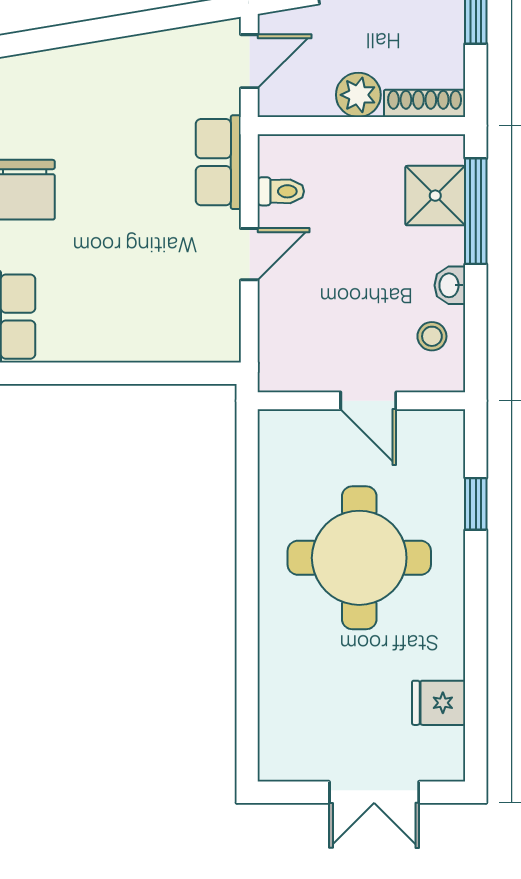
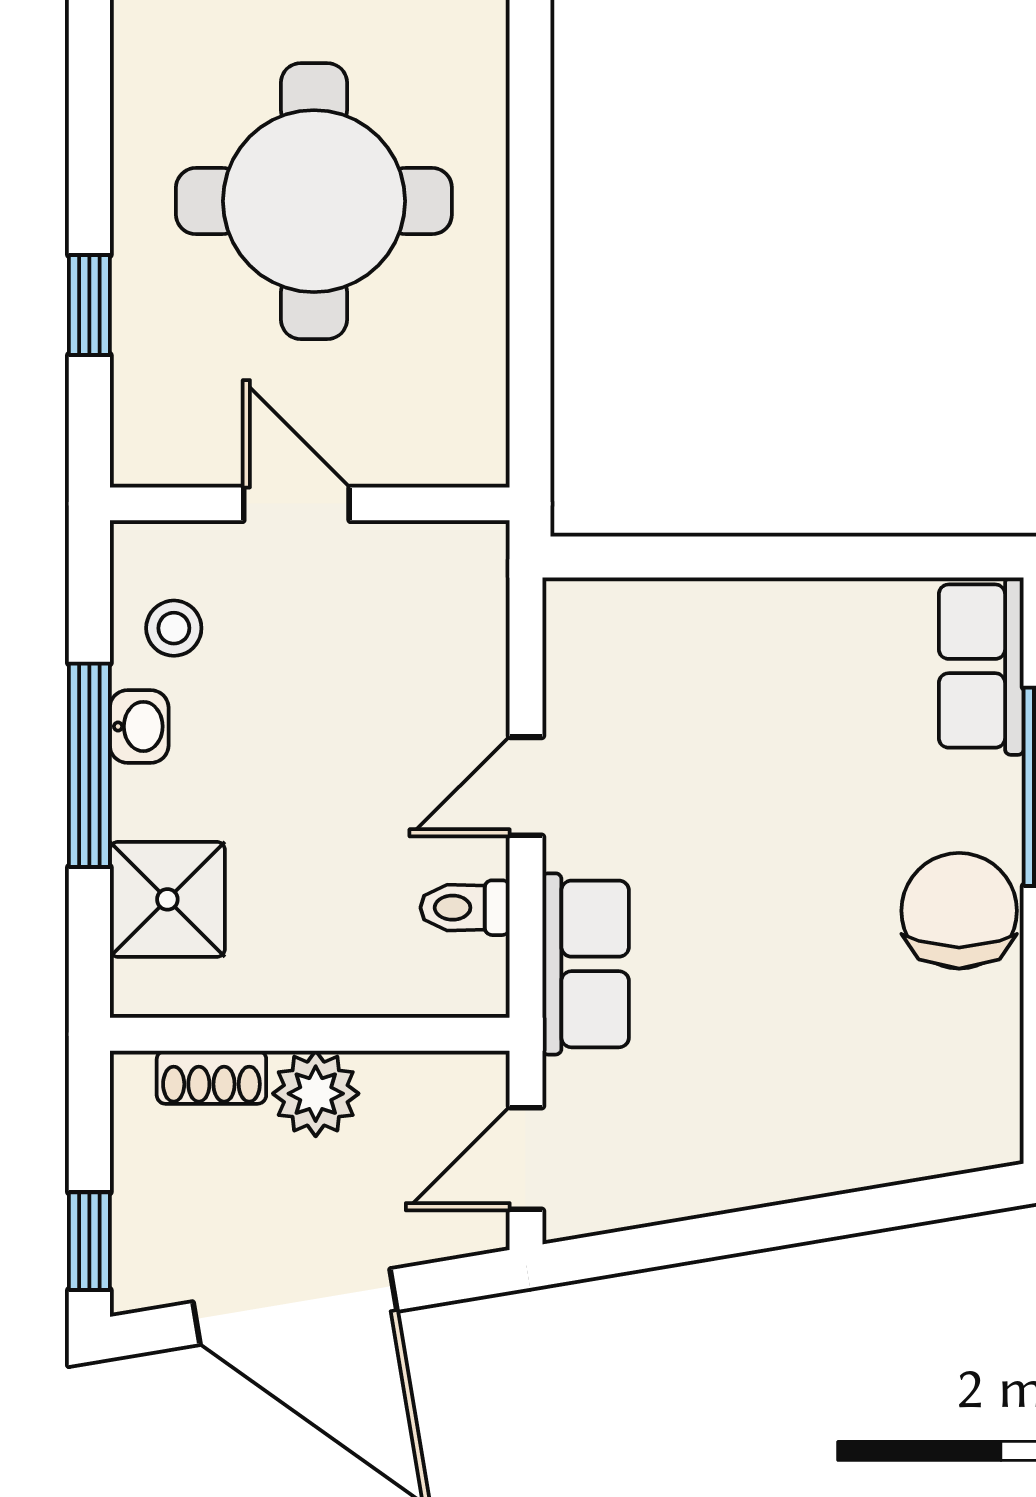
shoe rack: (425, 103) -> (211, 1077), width x0.70
window: (476, 211) -> (89, 765), moved

